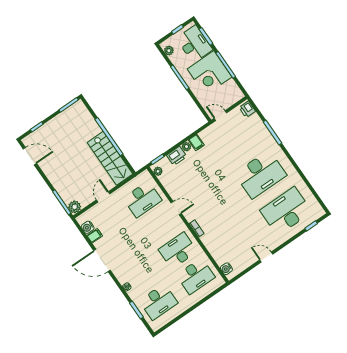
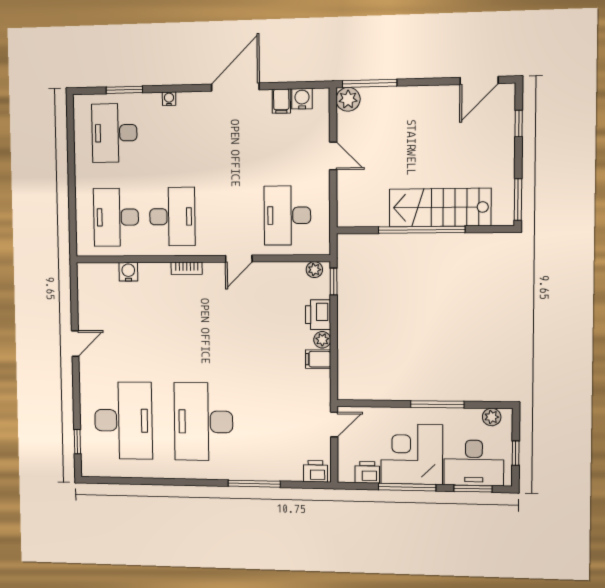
printer: (231, 87) -> (367, 472), added
stairs: (110, 158) -> (440, 207), moved
water cooler: (226, 269) -> (128, 272), moved

